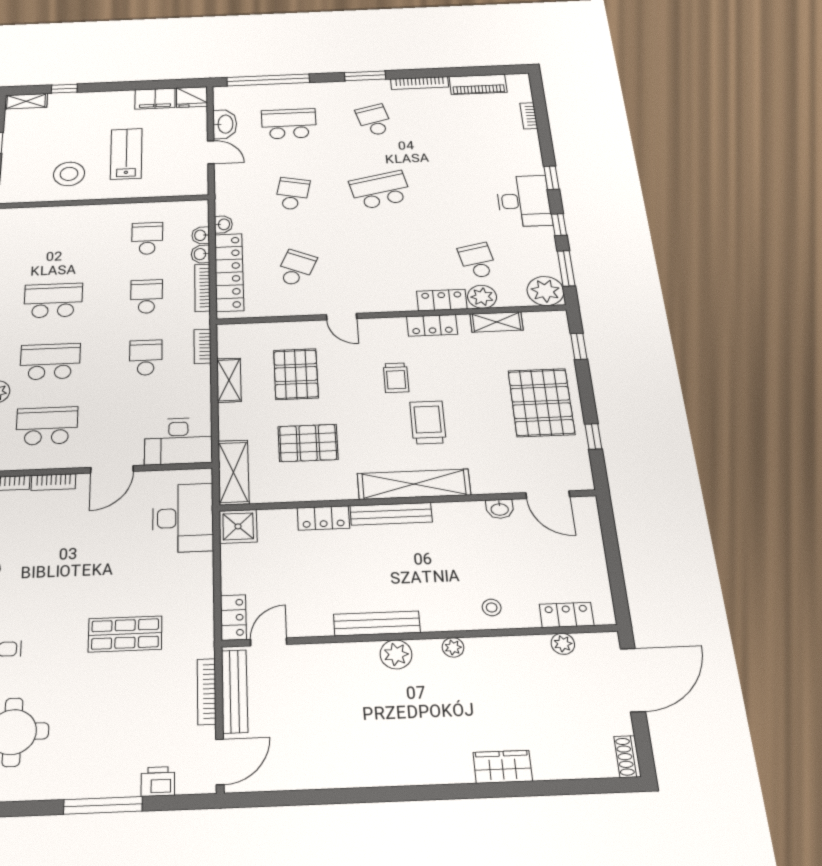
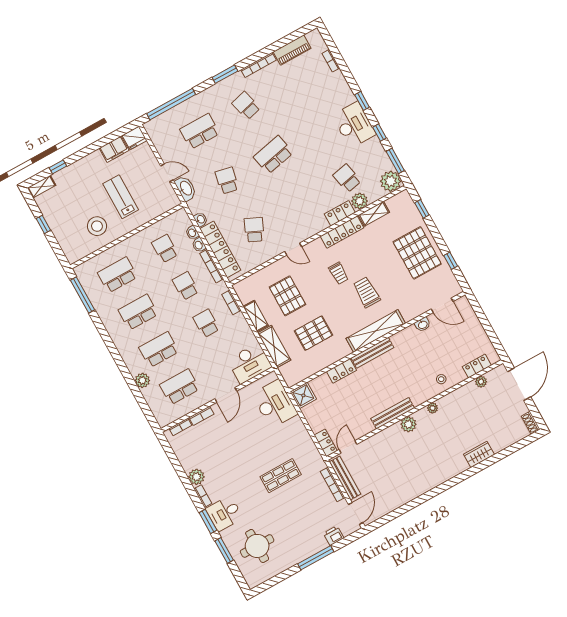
washbasin: (225, 124) -> (186, 188), moved
school desk: (56, 242) -> (117, 275), added
locker: (432, 325) -> (342, 232), width x1.53
shelving: (233, 472) -> (274, 346), moved

